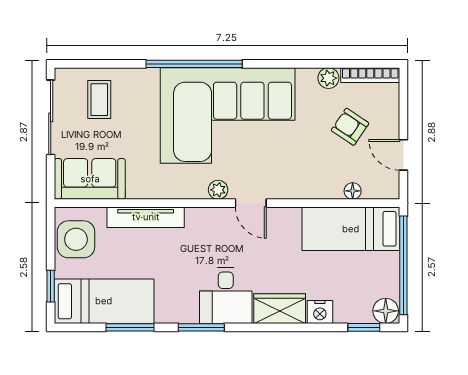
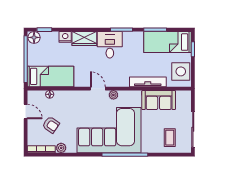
sofa: (90, 179) -> (159, 100), moved

